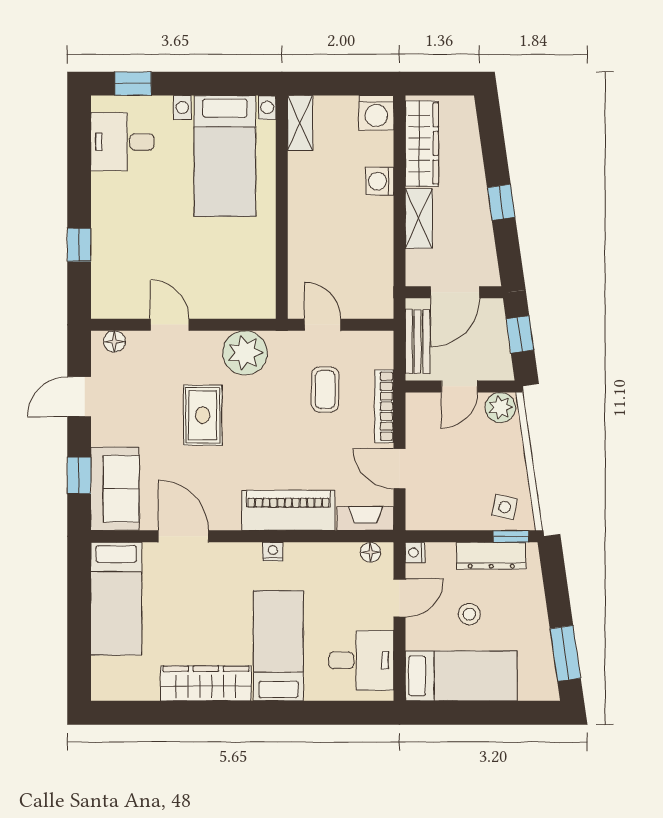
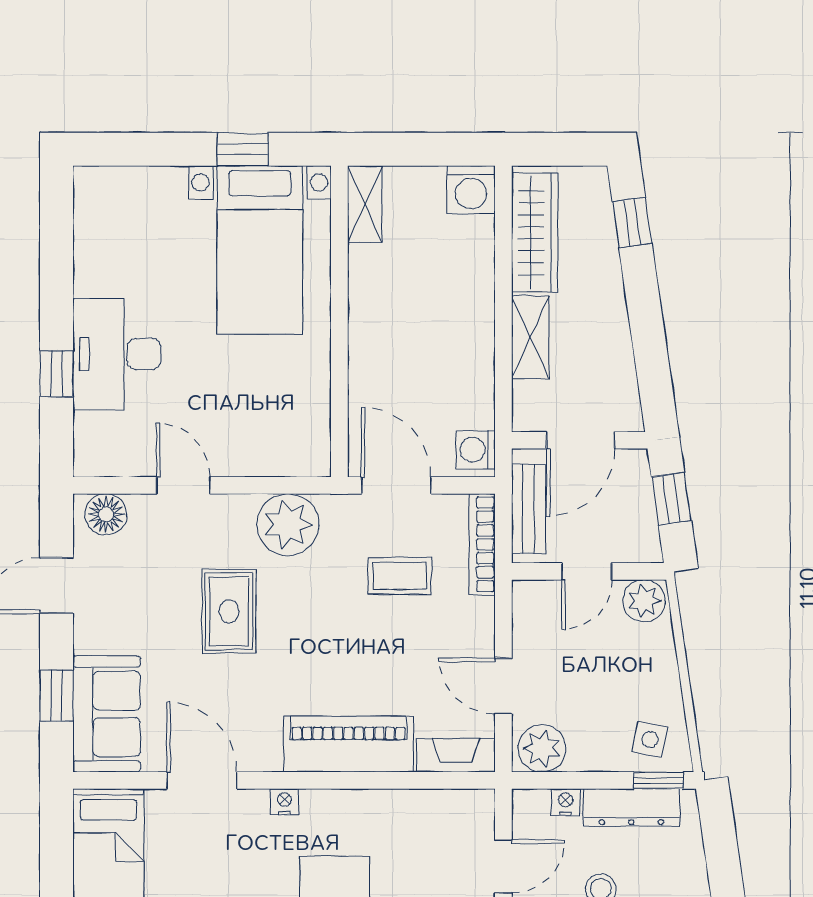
window: (133, 84) -> (243, 149), moved
desk: (122, 142) -> (117, 354), moved, width x1.37
washing machine: (380, 181) -> (476, 450), moved
window: (501, 202) -> (632, 223), moved
door: (323, 325) -> (396, 485), width x1.38
floor lamp: (114, 341) -> (106, 514), width x1.37, depth x1.37
coffee table: (325, 390) -> (400, 576), turned 90
bookcase: (384, 406) -> (482, 544), moved
plant: (427, 513) -> (542, 748), added
nightstand: (273, 552) -> (284, 802), moved
floor lamp: (370, 552) -> (463, 803), removed
nightstand: (415, 552) -> (566, 802), moved, turned 90

